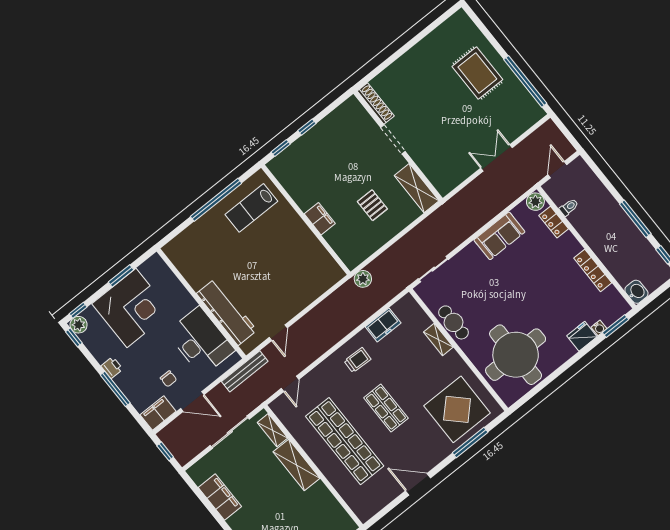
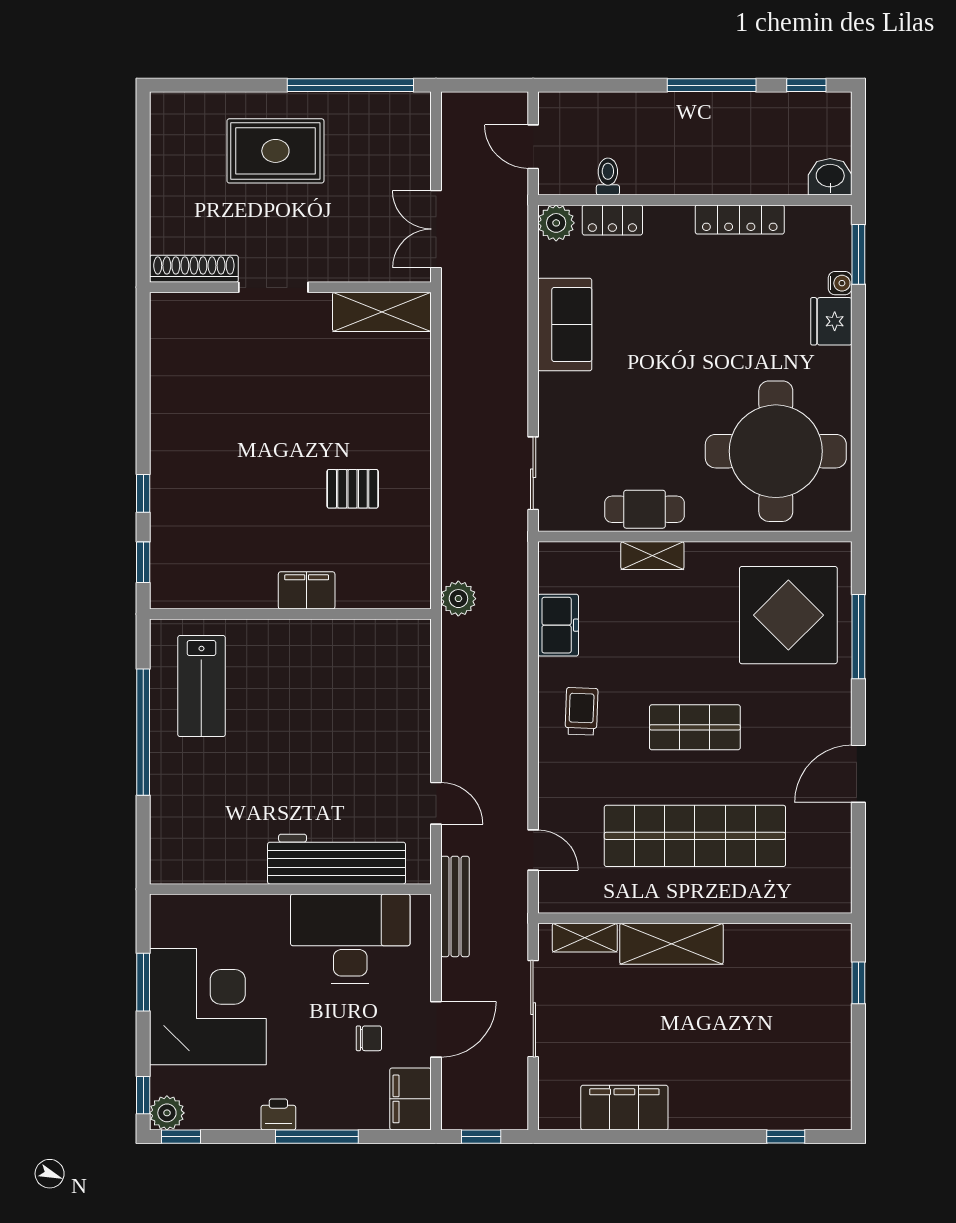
shoe rack: (376, 104) -> (194, 269), moved
doorway: (393, 139) -> (273, 287), moved
wall: (398, 146) -> (290, 287), moved
shelving: (417, 188) -> (382, 312), moved

